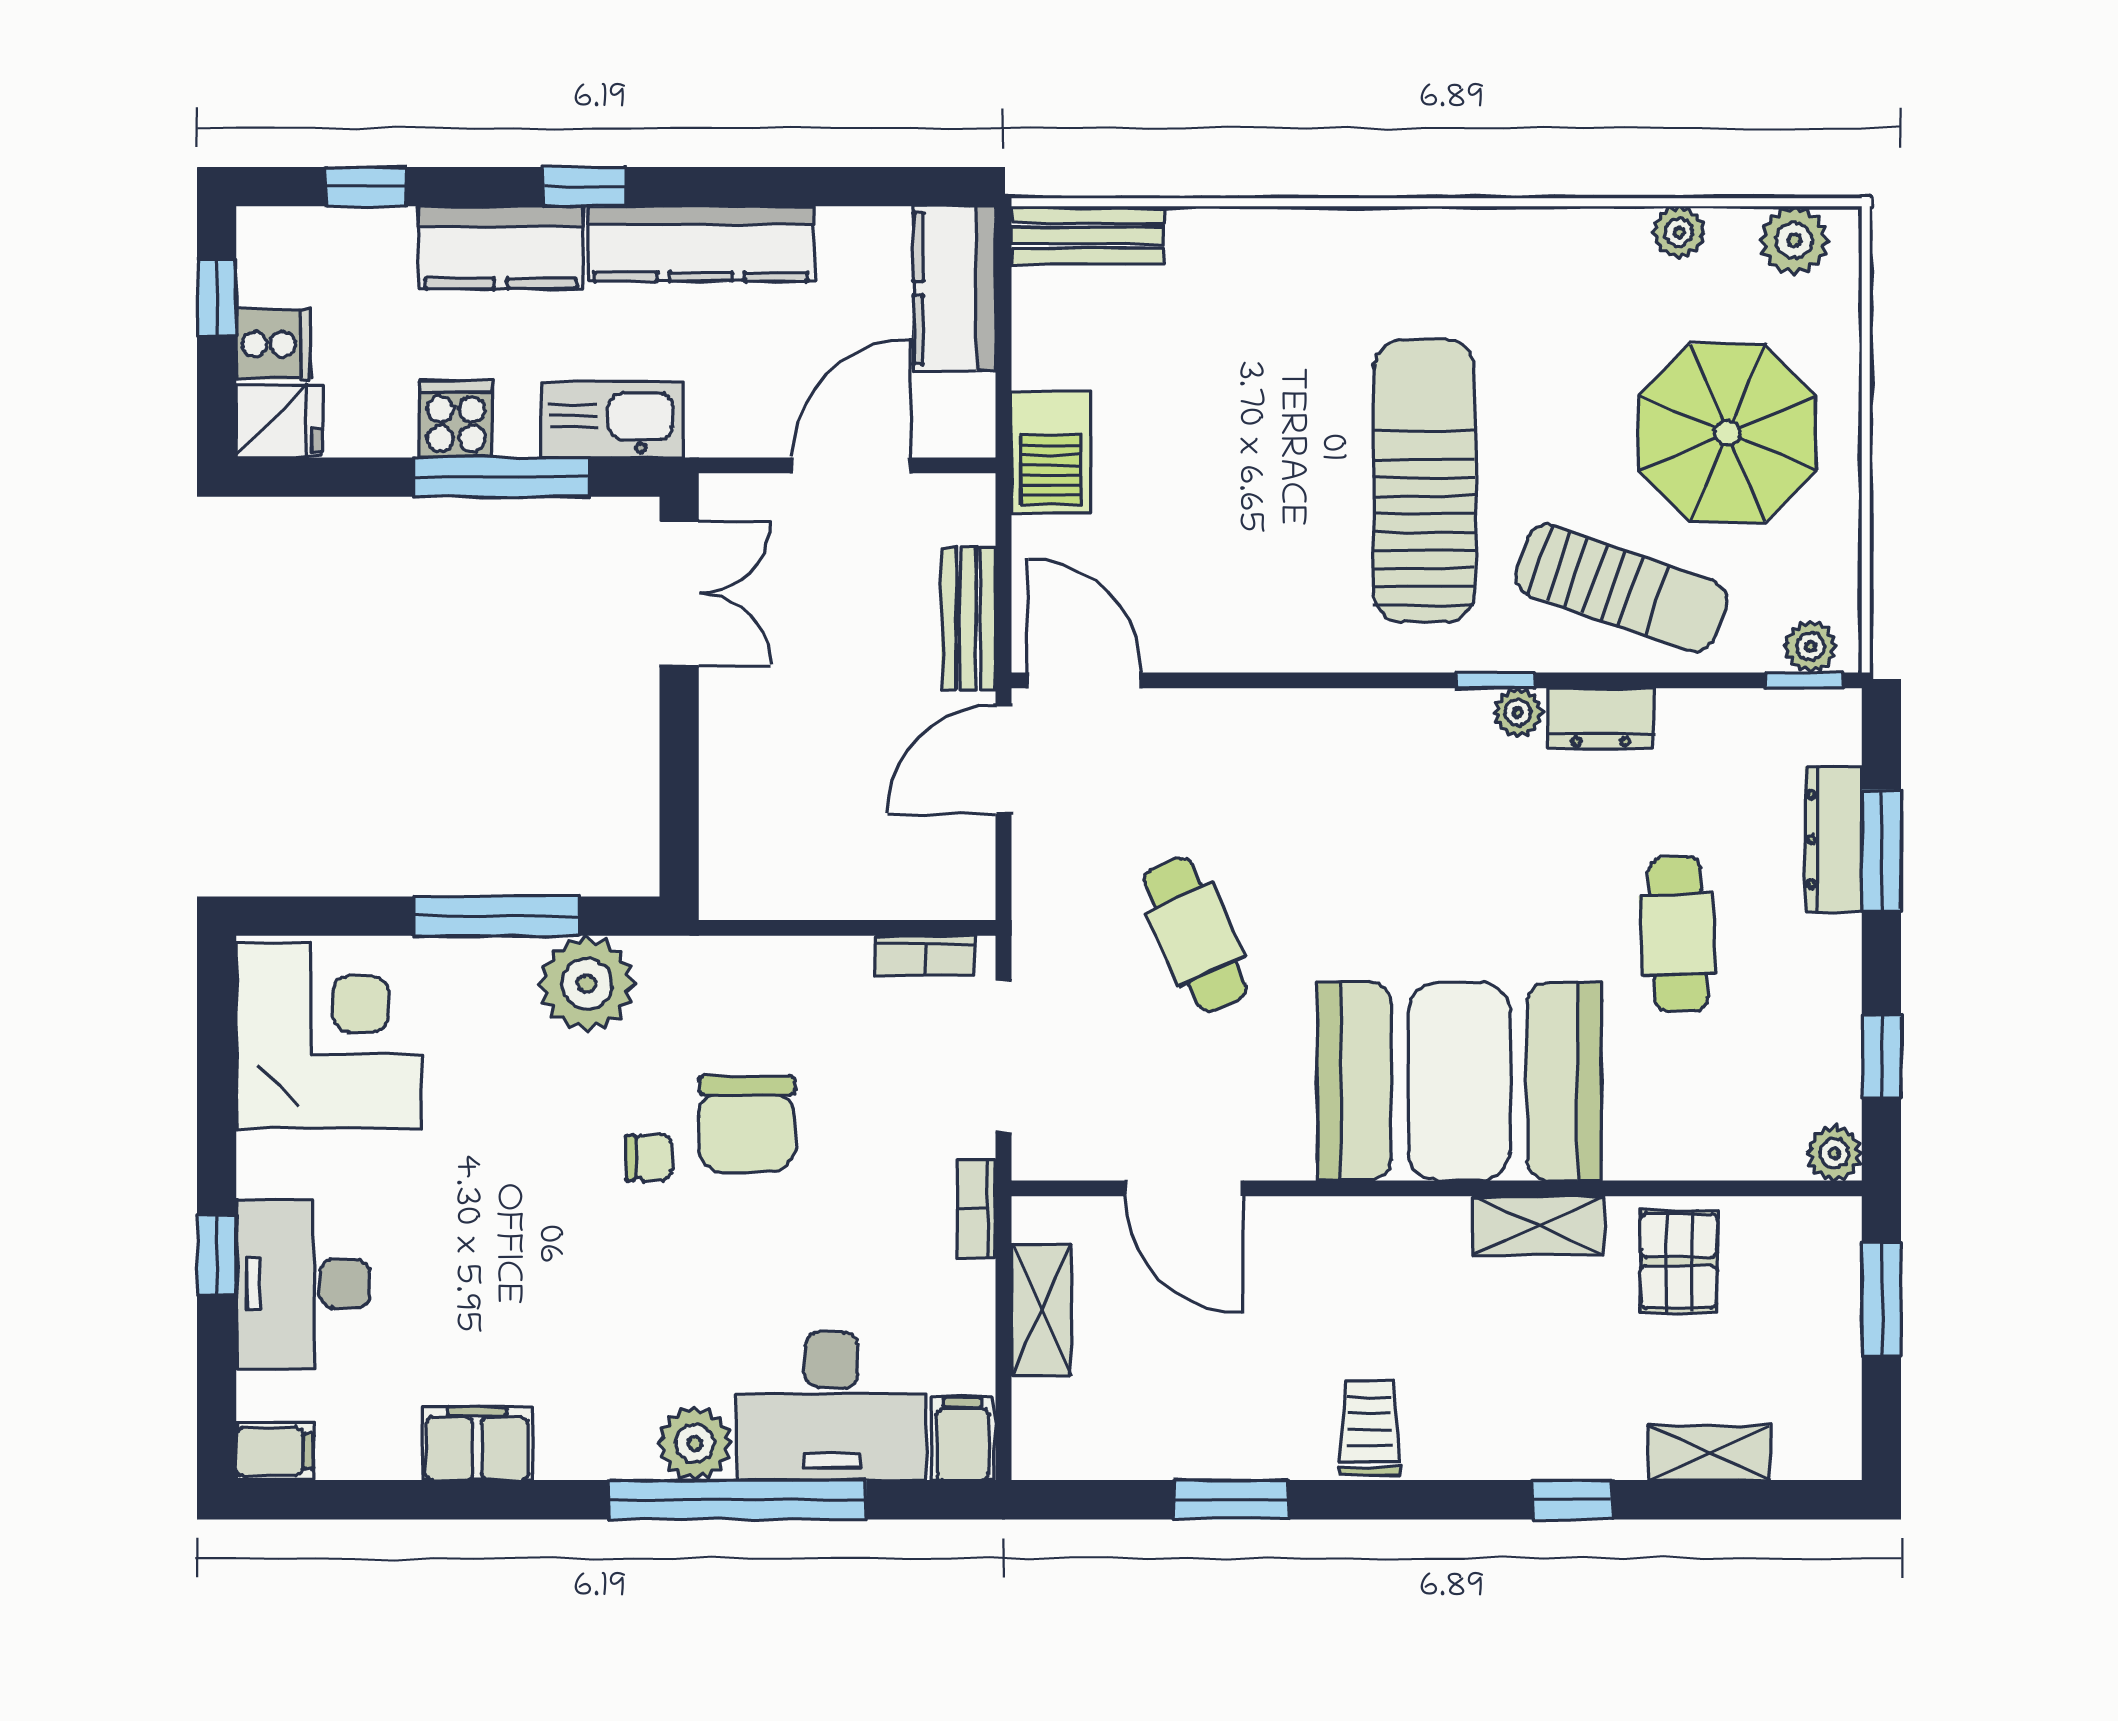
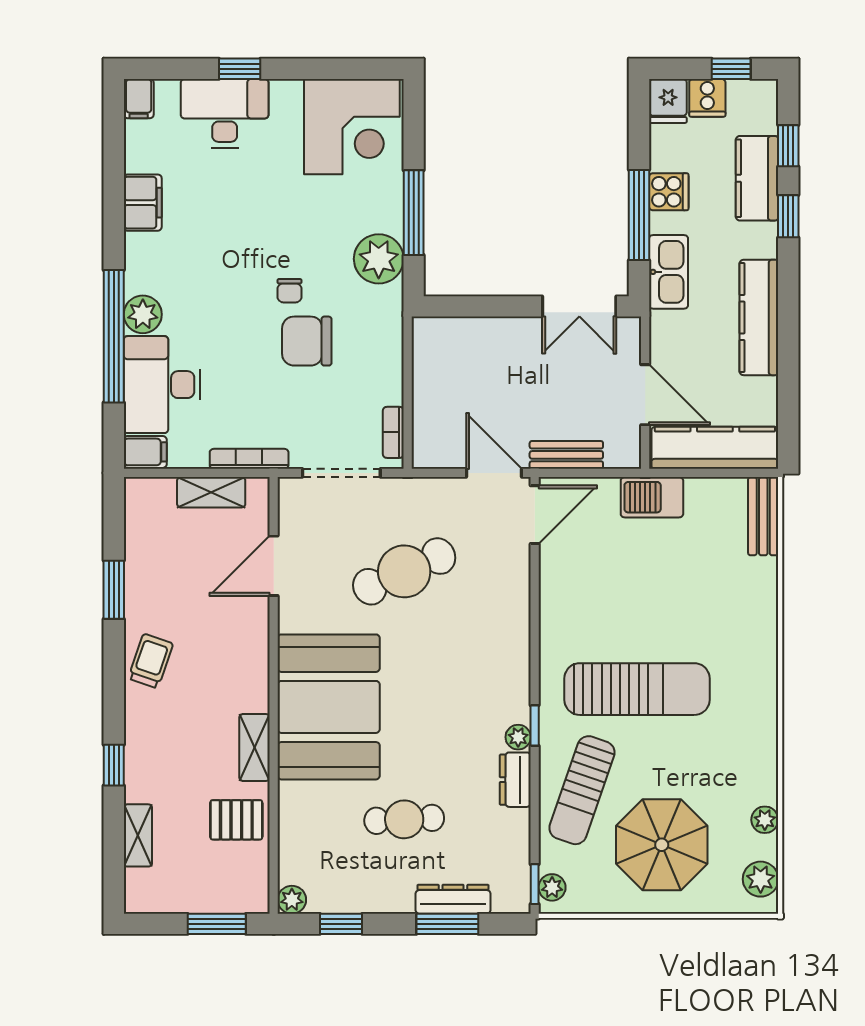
window: (584, 187) -> (788, 216), moved
kitchen counter: (501, 247) -> (757, 178), moved
kitchen counter: (955, 288) -> (715, 448), width x1.50
cafe table: (1195, 934) -> (404, 571), width x1.37, depth x1.35
bookcase: (976, 1209) -> (249, 459), width x1.56
trolley: (1370, 1428) -> (151, 661), turned -71

